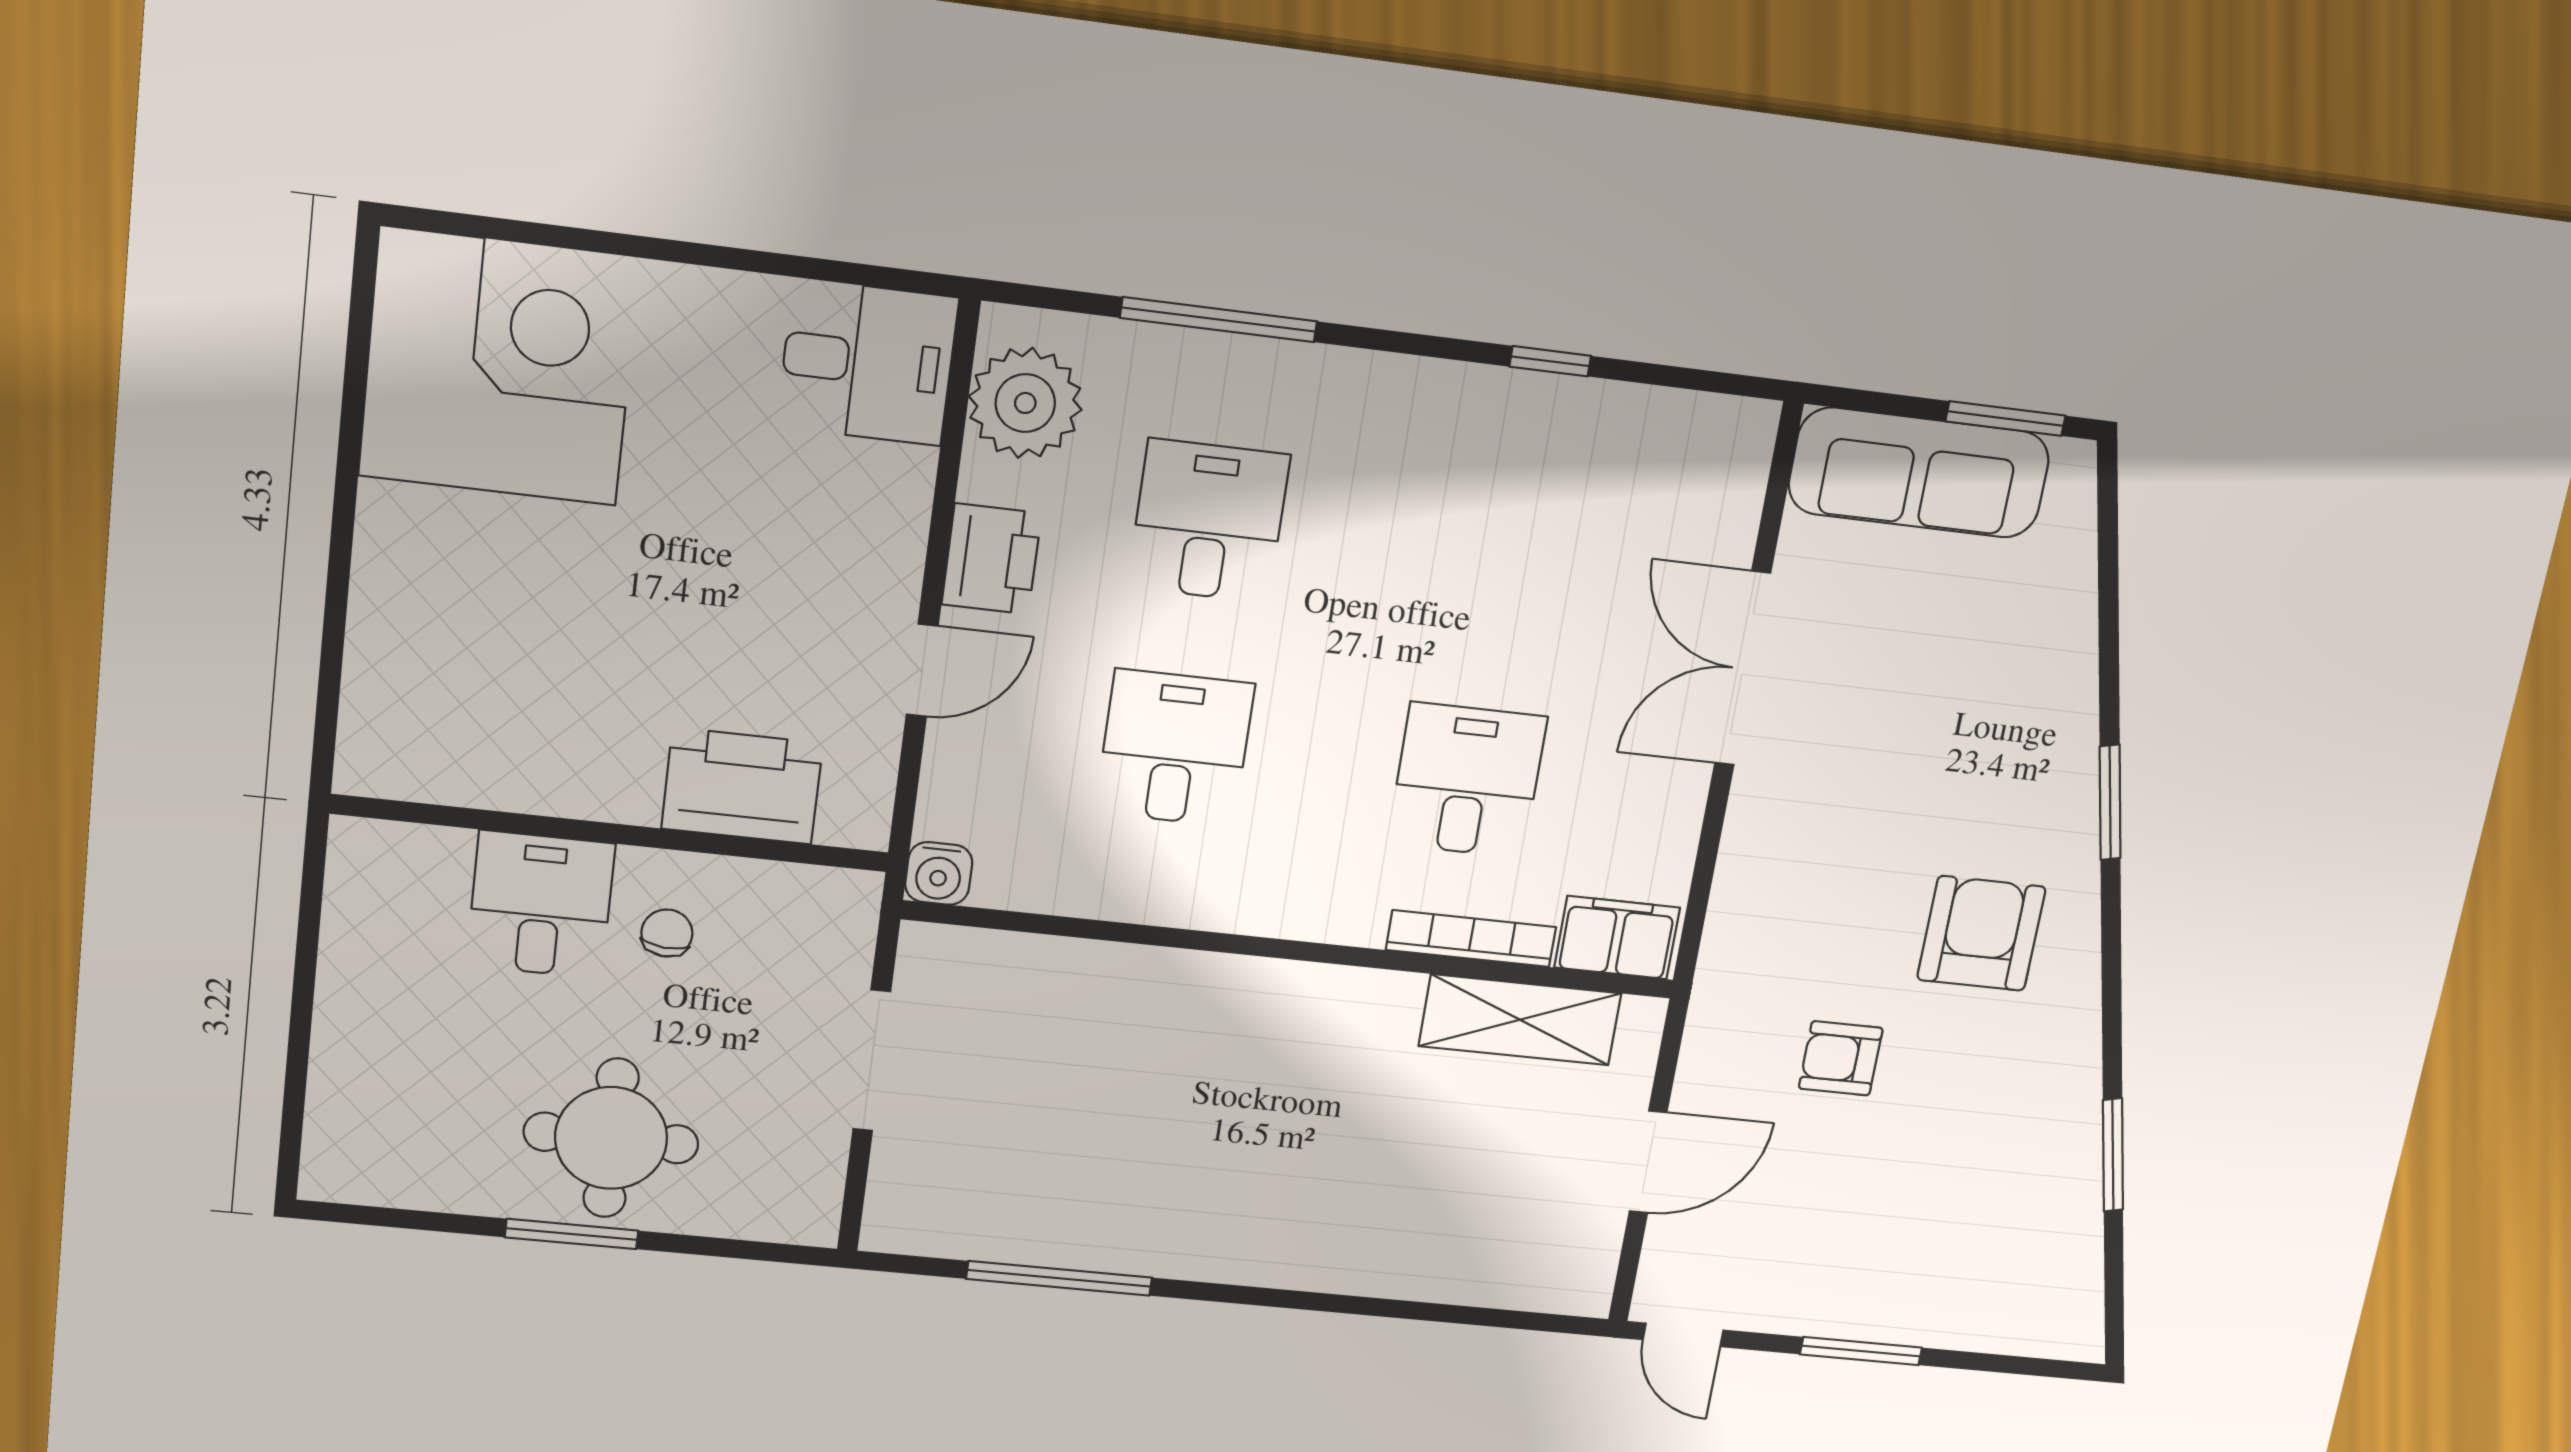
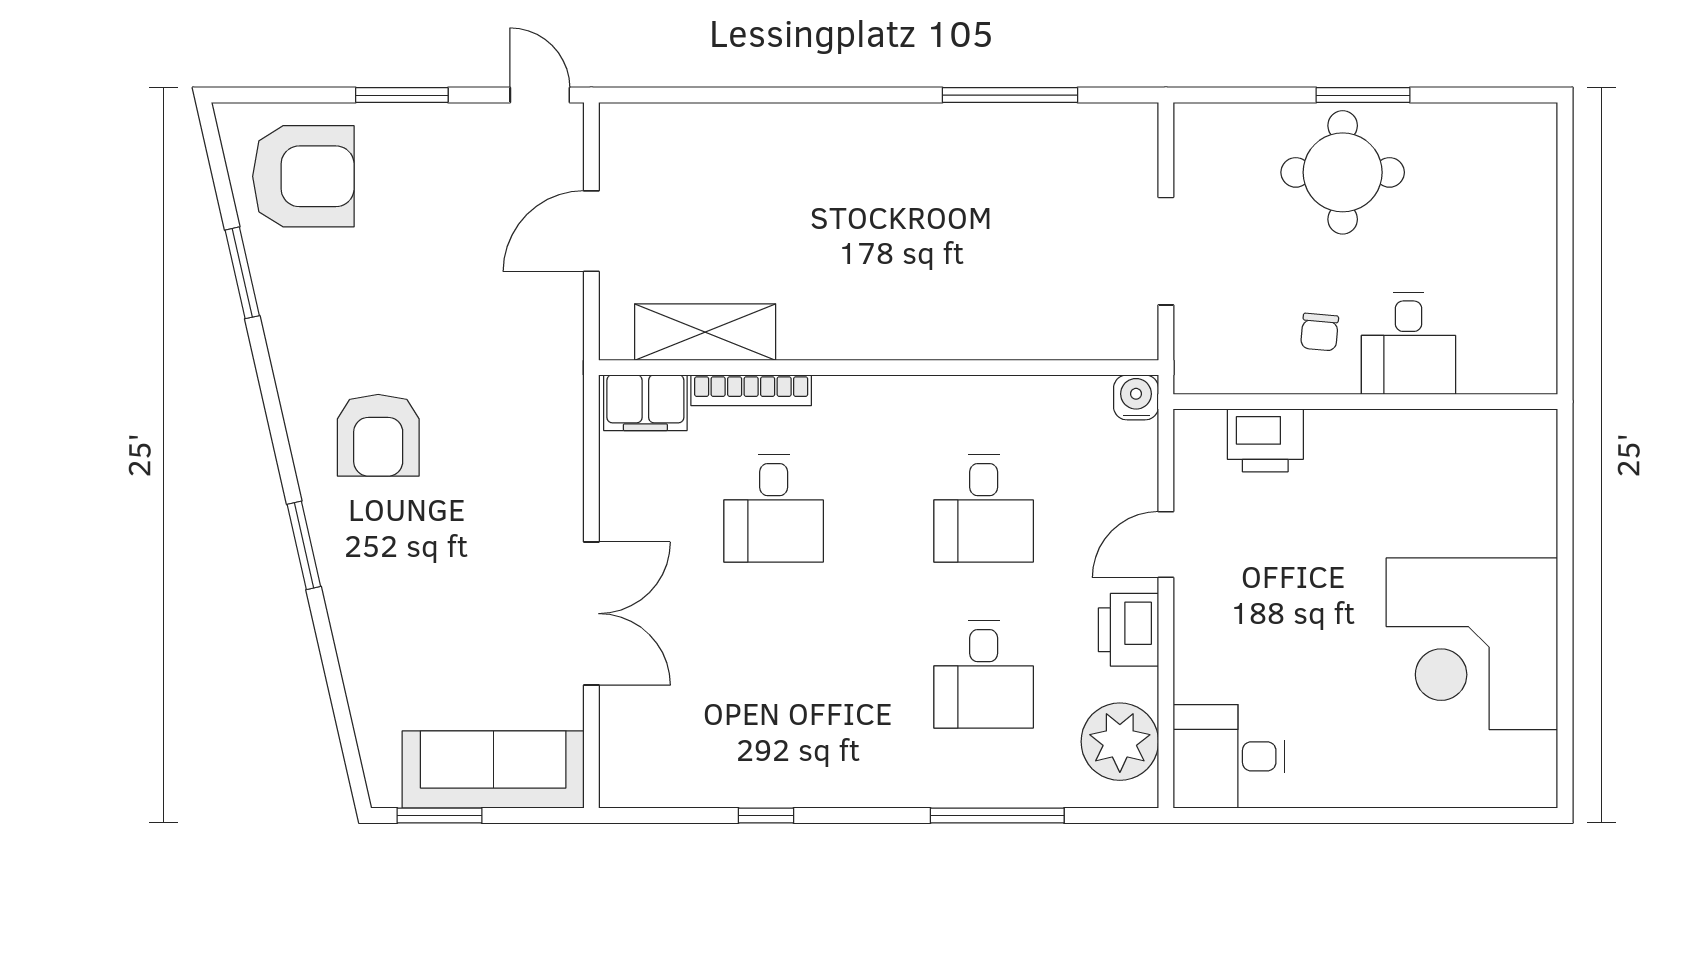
corner desk: (499, 367) -> (1472, 644), moved
printer: (742, 786) -> (1265, 440), width x0.73, depth x0.84
armchair: (1841, 1058) -> (303, 176), moved, width x1.88, depth x1.88

